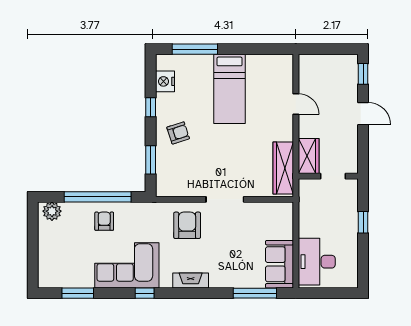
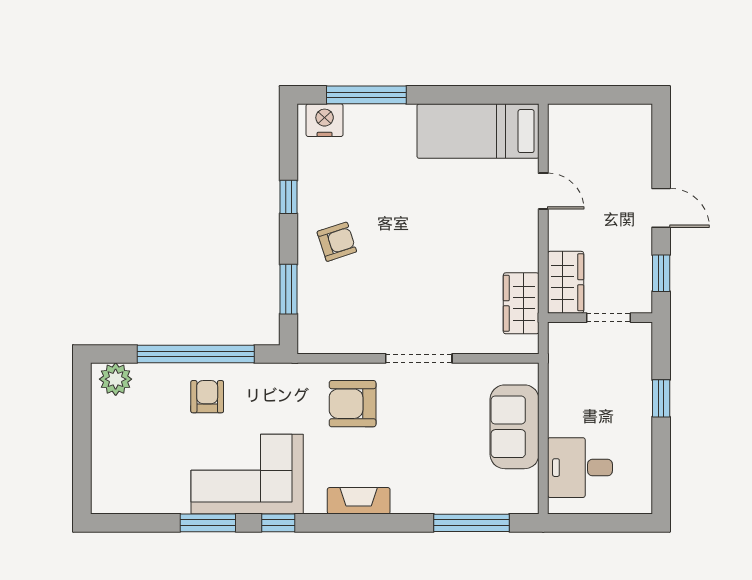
window: (363, 74) -> (661, 273), moved
nightstand: (165, 81) -> (325, 120), moved, turned 90
bed: (229, 89) -> (478, 131), moved, turned 90
wardrobe: (283, 168) -> (521, 303), width x0.67
armchair: (187, 225) -> (353, 404), turned -90
desk: (317, 262) -> (580, 468), width x0.73
sofa: (279, 264) -> (515, 427), moved
window: (78, 293) -> (208, 523), moved

